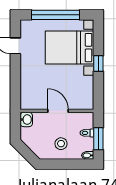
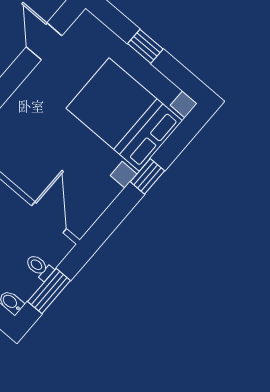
window: (55, 15) -> (145, 46), width x0.32
door: (58, 111) -> (49, 217), moved

